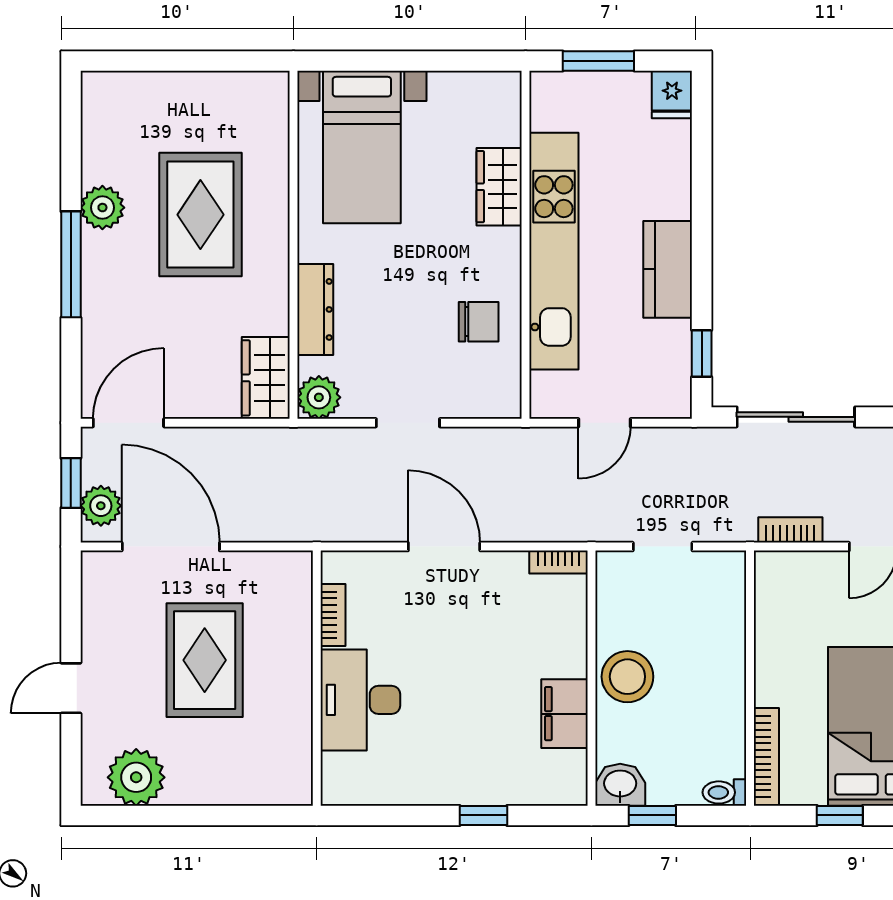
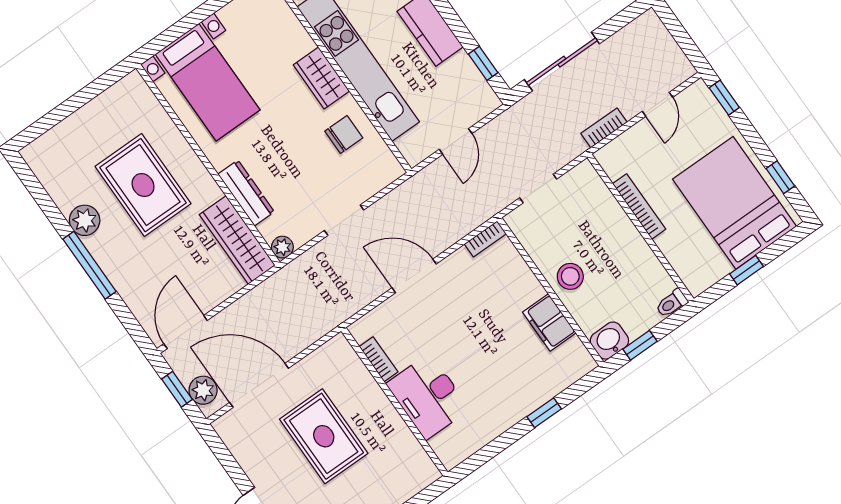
wardrobe: (499, 187) -> (321, 78), moved
wardrobe: (266, 378) -> (237, 240), width x1.50
plant: (319, 397) -> (282, 247), width x0.73, depth x0.73
stool: (627, 677) -> (570, 276), width x0.73, depth x0.73
bookcase: (766, 757) -> (639, 206), moved

